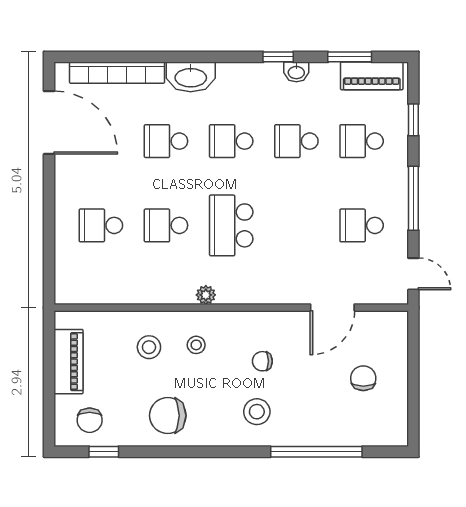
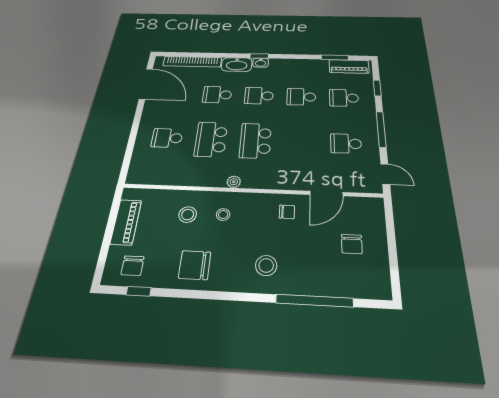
window: (278, 57) -> (259, 56), moved
washbasin: (296, 72) -> (261, 63), moved
school desk: (166, 225) -> (211, 139), width x1.85
chair: (262, 361) -> (287, 212), moved, turned 180
chair: (363, 378) -> (352, 244), turned 180

